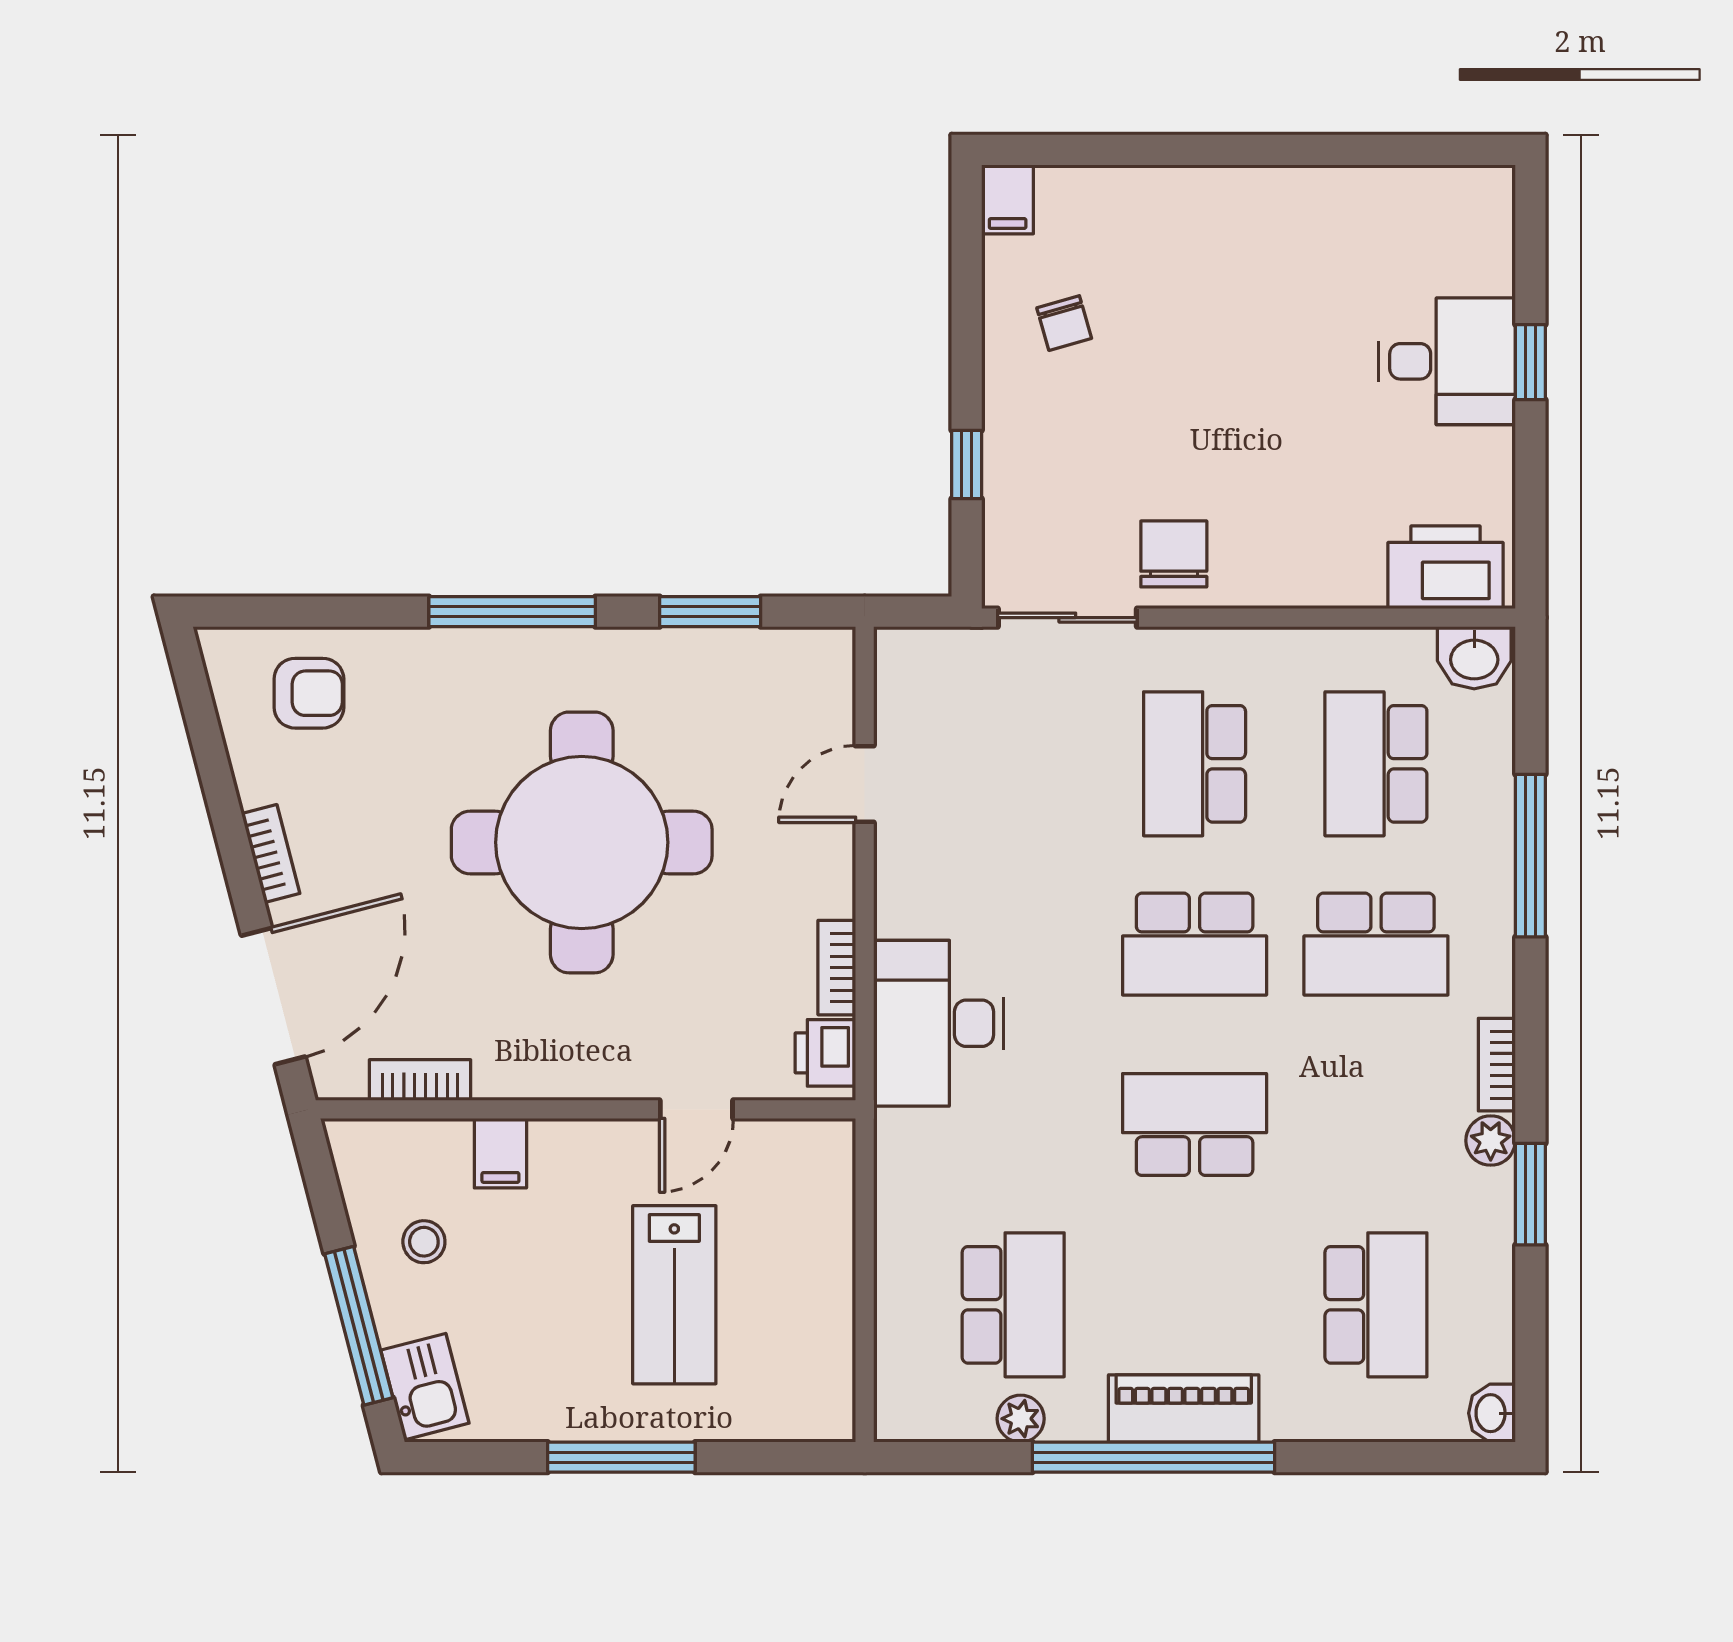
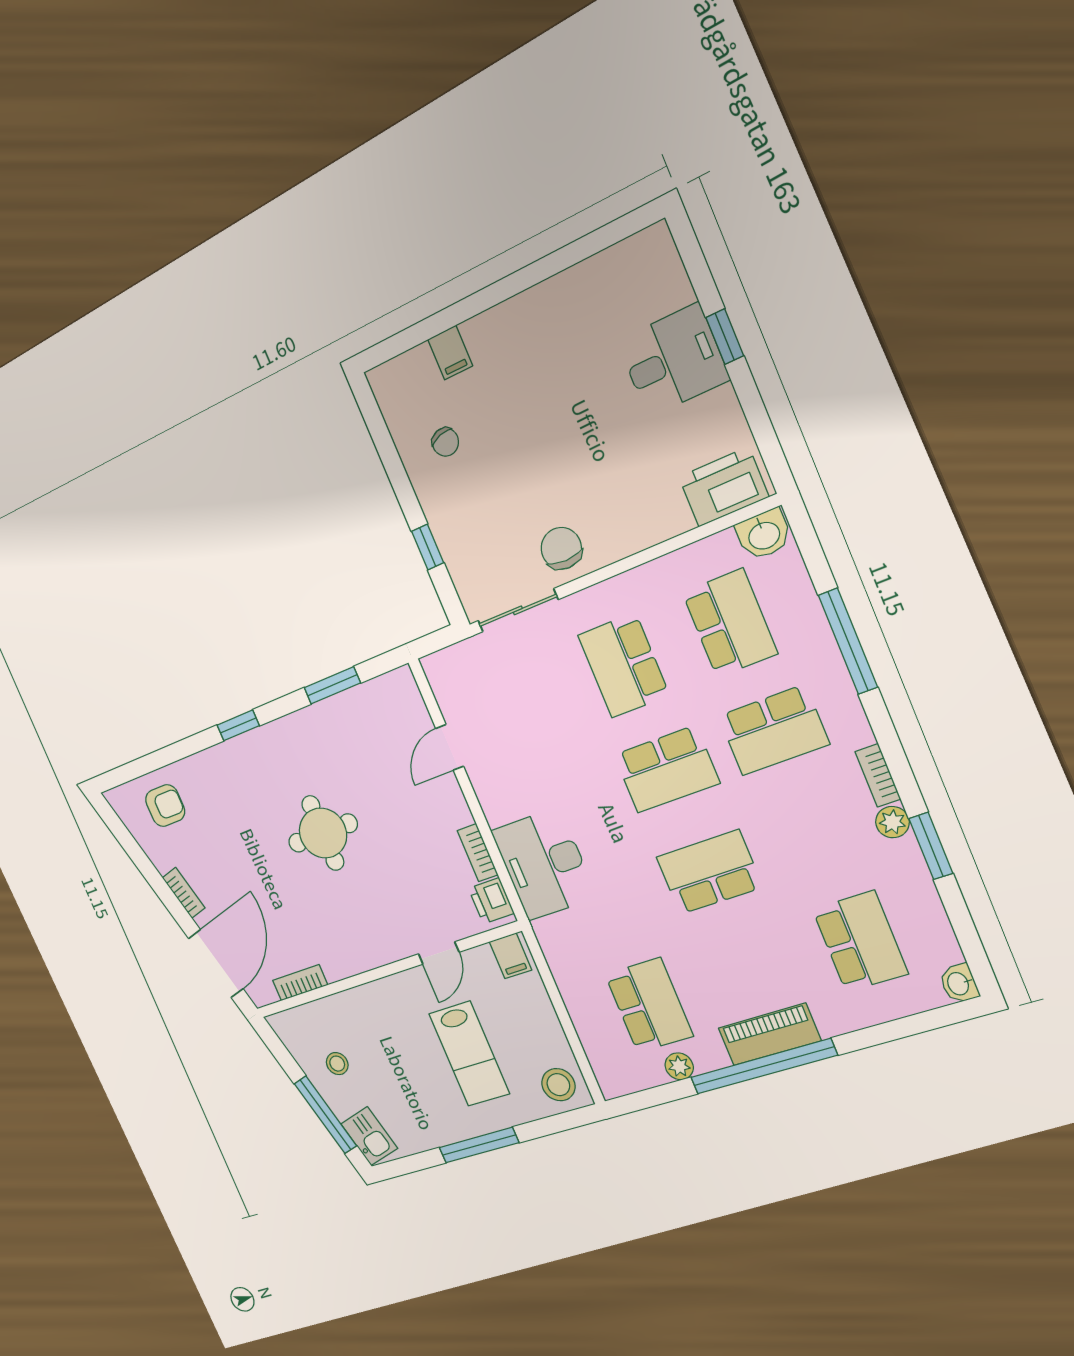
filing cabinet: (1008, 199) -> (450, 353), moved
window: (512, 612) -> (238, 725), width x0.46
school desk: (1376, 764) -> (730, 623), turned 180
round table: (582, 842) -> (323, 833), width x0.54, depth x0.54
filing cabinet: (500, 1153) -> (510, 956), moved
stool: (807, 1392) -> (558, 1085), added

